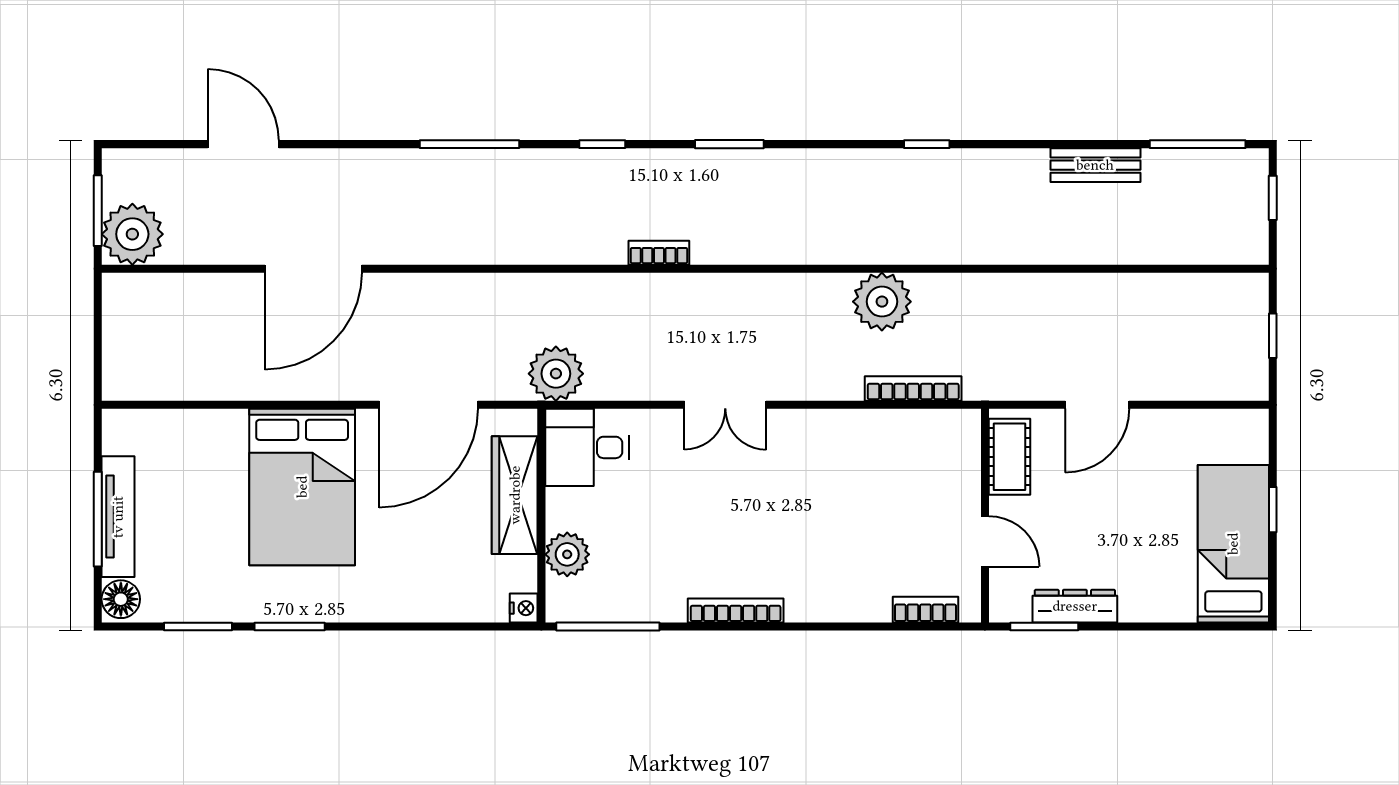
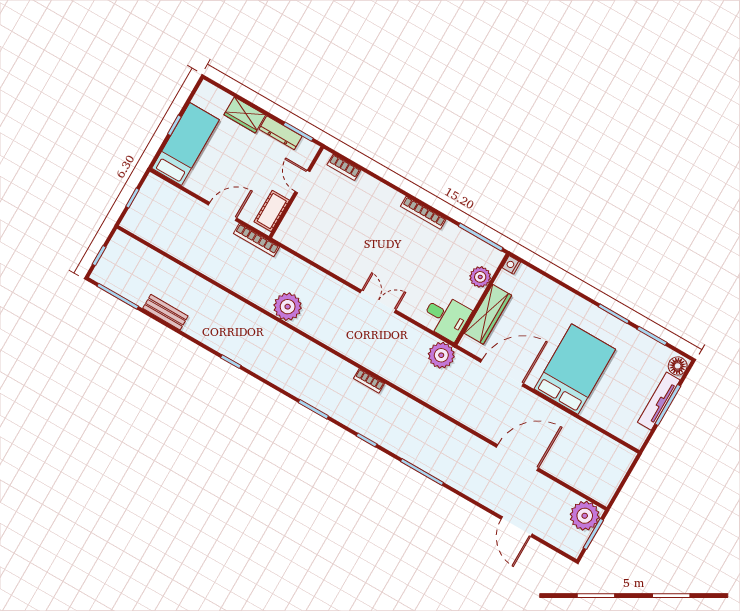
bookcase: (913, 389) -> (256, 240), moved
bed: (1233, 544) -> (186, 144), moved, turned 180
wardrobe: (1158, 601) -> (245, 115), added

